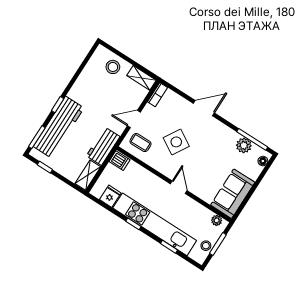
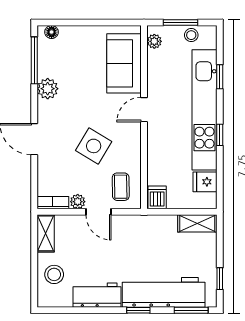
plant: (148, 110) -> (78, 202), added
plant: (244, 145) -> (48, 89), moved
workbench: (103, 146) -> (97, 295), moved, turned 180
sofa: (233, 194) -> (124, 63), moved, turned 90

